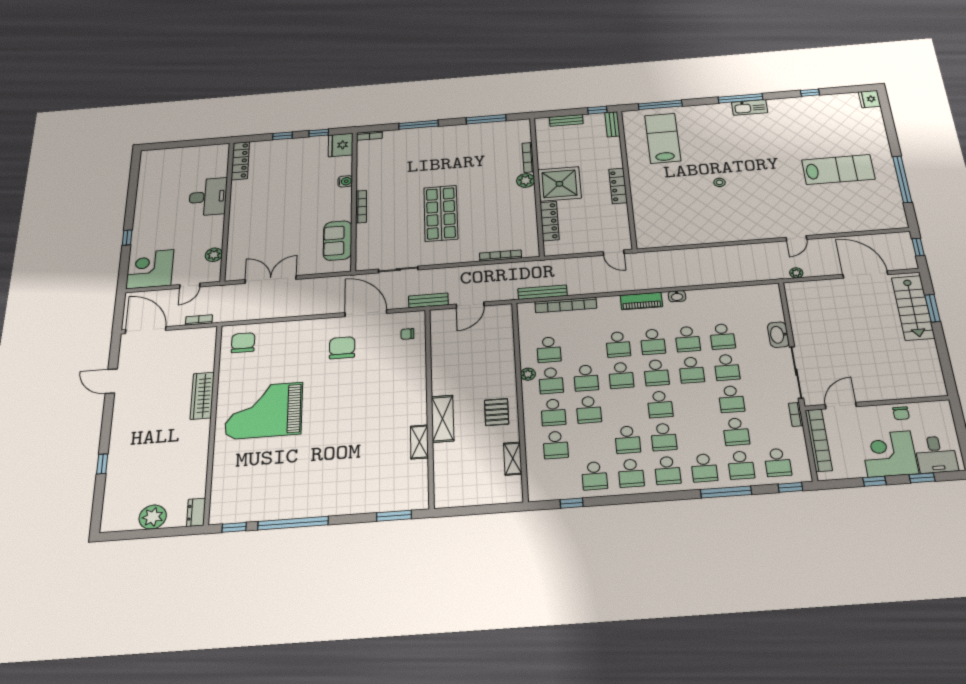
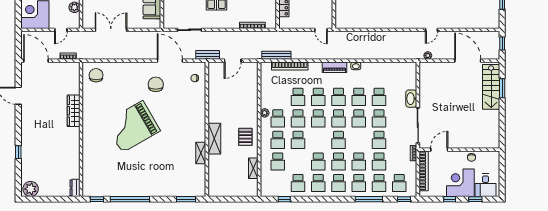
school desk: (549, 350) -> (298, 97), moved
grand piano: (264, 411) -> (133, 127), moved, turned -30
school desk: (700, 434) -> (359, 161), added
plant: (153, 517) -> (31, 189), moved

